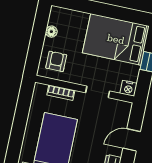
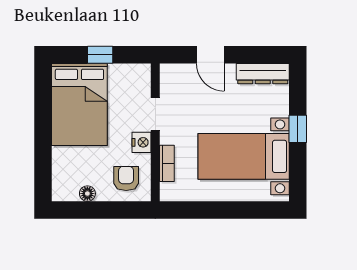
armchair: (56, 61) -> (126, 178), turned 90
nightstand: (128, 88) -> (142, 142), moved

